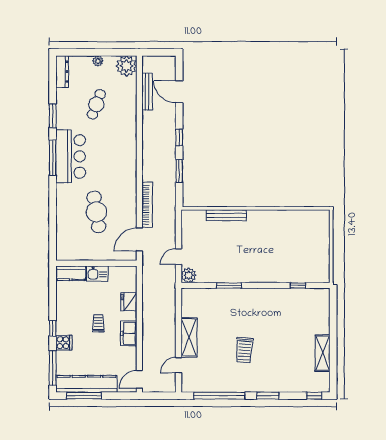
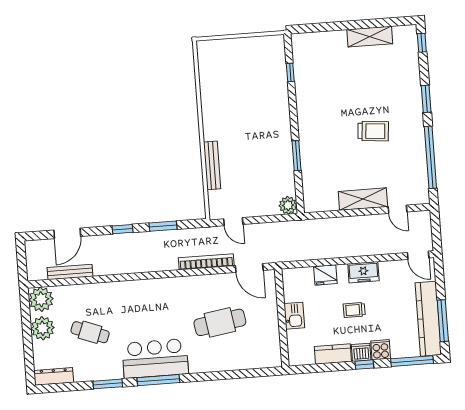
plant: (98, 61) -> (43, 328), width x1.88, depth x1.88
door: (179, 257) -> (233, 222), moved
kitchen counter: (71, 273) -> (333, 354), moved, turned -90
dishwasher: (63, 327) -> (361, 352), added

